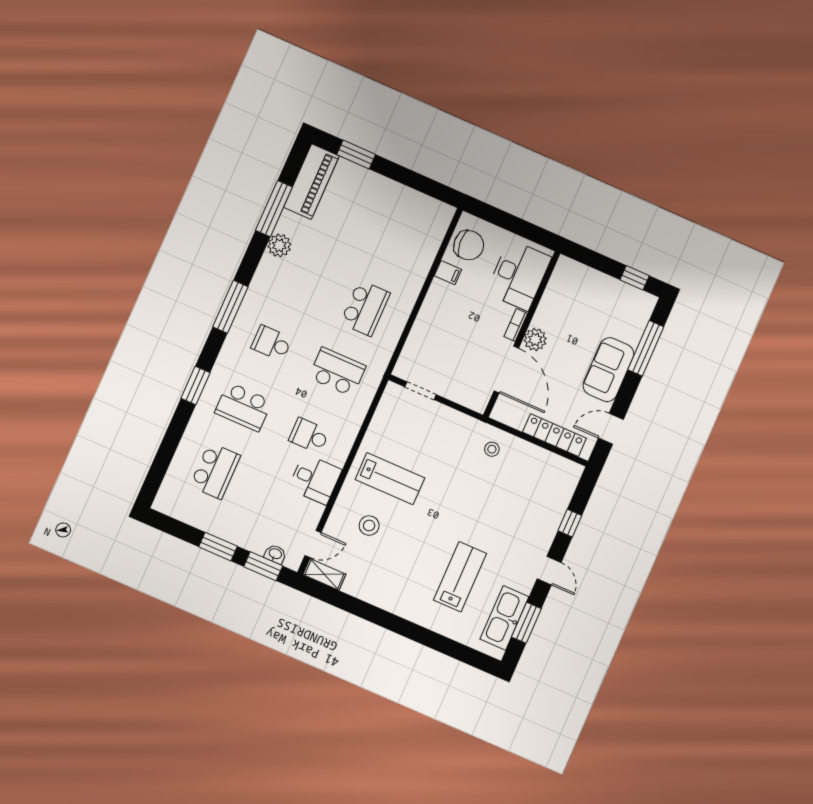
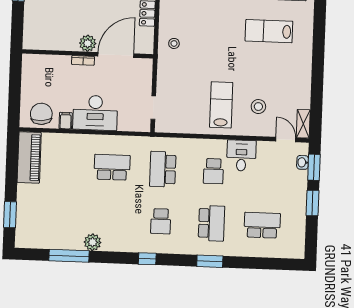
piano: (311, 182) -> (29, 157), moved, turned 90
desk: (519, 275) -> (95, 113), moved, turned 180
window: (230, 307) -> (147, 259), width x0.46

